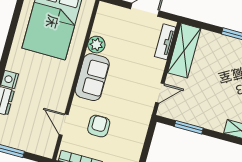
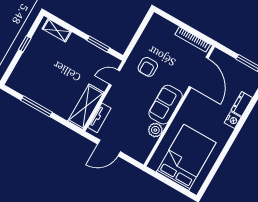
door: (64, 125) -> (199, 72), width x1.88
armchair: (99, 126) -> (148, 67), moved

